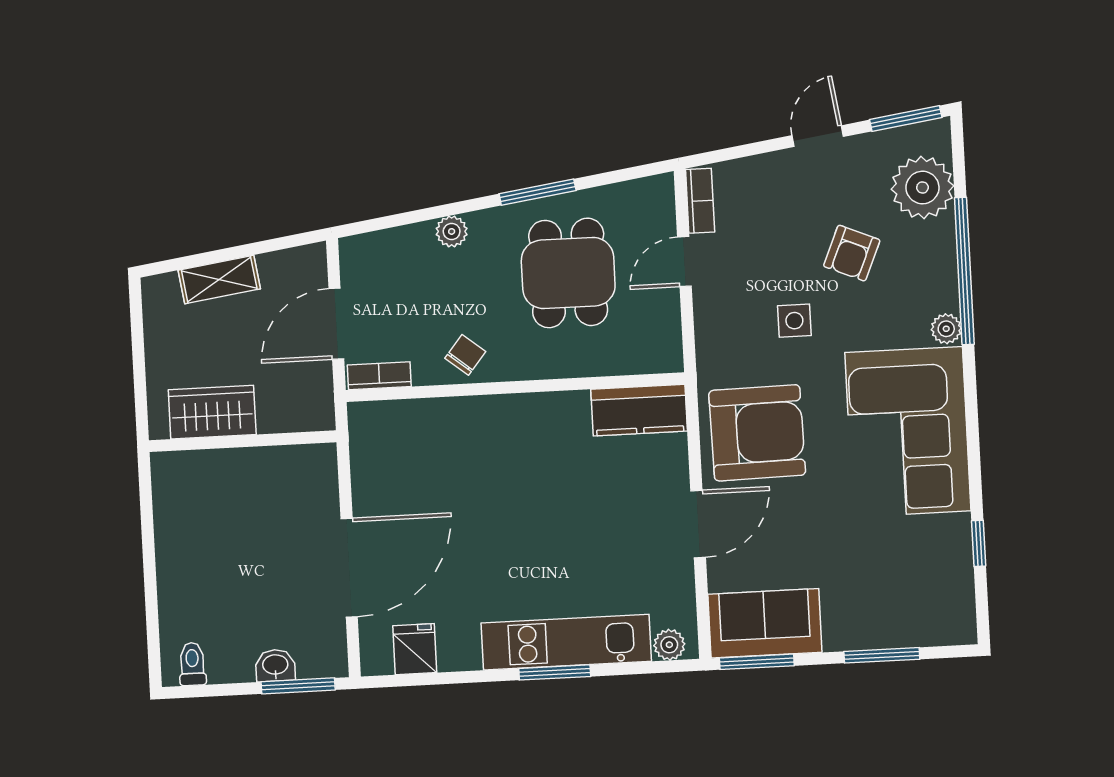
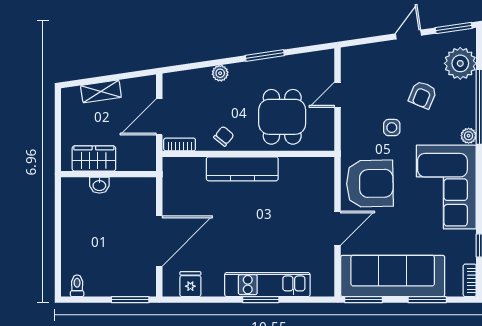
bookcase: (700, 201) -> (470, 280), moved, turned 180
dining table: (568, 273) -> (282, 117), moved
kitchen counter: (639, 410) -> (242, 169), moved, width x1.50
sofa: (765, 623) -> (393, 276), width x1.85, depth x1.27
plant: (669, 645) -> (320, 289), removed
washbasin: (275, 665) -> (99, 185), moved, turned 180

